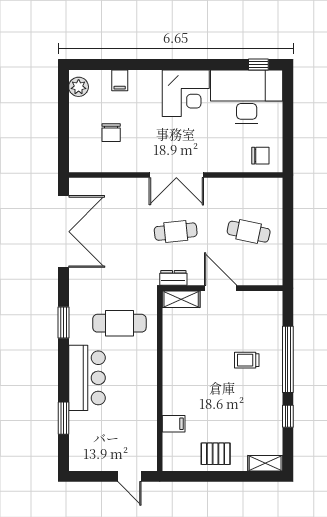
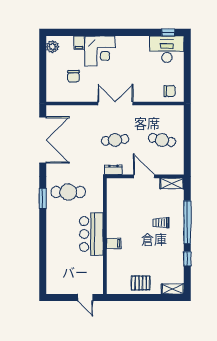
corner desk: (186, 93) -> (100, 51), moved
desk: (247, 97) -> (167, 49), width x0.73, depth x0.77
double door: (176, 175) -> (115, 104), swing flipped
shelving: (181, 299) -> (172, 183), moved
cafe table: (119, 323) -> (68, 192), moved
bar counter: (87, 378) -> (91, 234), moved, turned 180
window: (63, 418) -> (43, 260), removed
filing cabinet: (174, 424) -> (114, 243), moved

